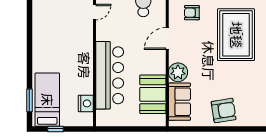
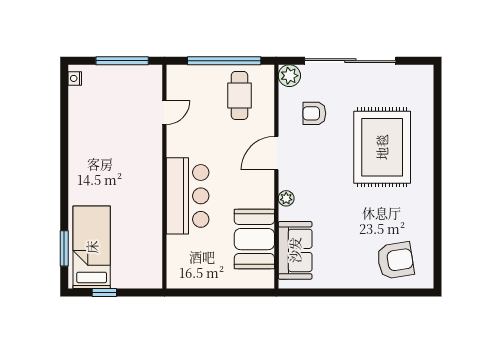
plant: (178, 72) -> (286, 198), width x0.53, depth x0.53
bar counter: (110, 75) -> (188, 196), width x0.73
nightstand: (86, 103) -> (151, 253), removed
armchair: (224, 111) -> (395, 260), moved

